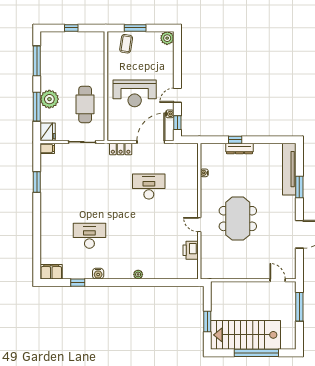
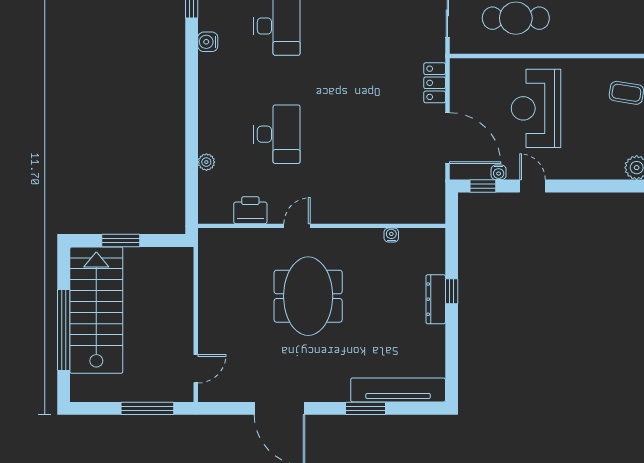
desk: (149, 187) -> (277, 134), moved
meeting table: (238, 219) -> (308, 296), turned 90
plant: (138, 274) -> (206, 162), moved

